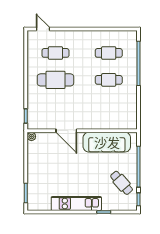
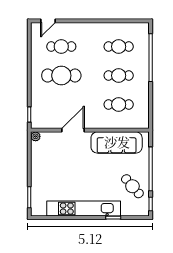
door: (43, 29) -> (48, 21), swing flipped
cafe table: (109, 107) -> (119, 104), added
door: (66, 131) -> (73, 130), swing flipped
kitchen unit: (76, 204) -> (84, 209), width x1.36

